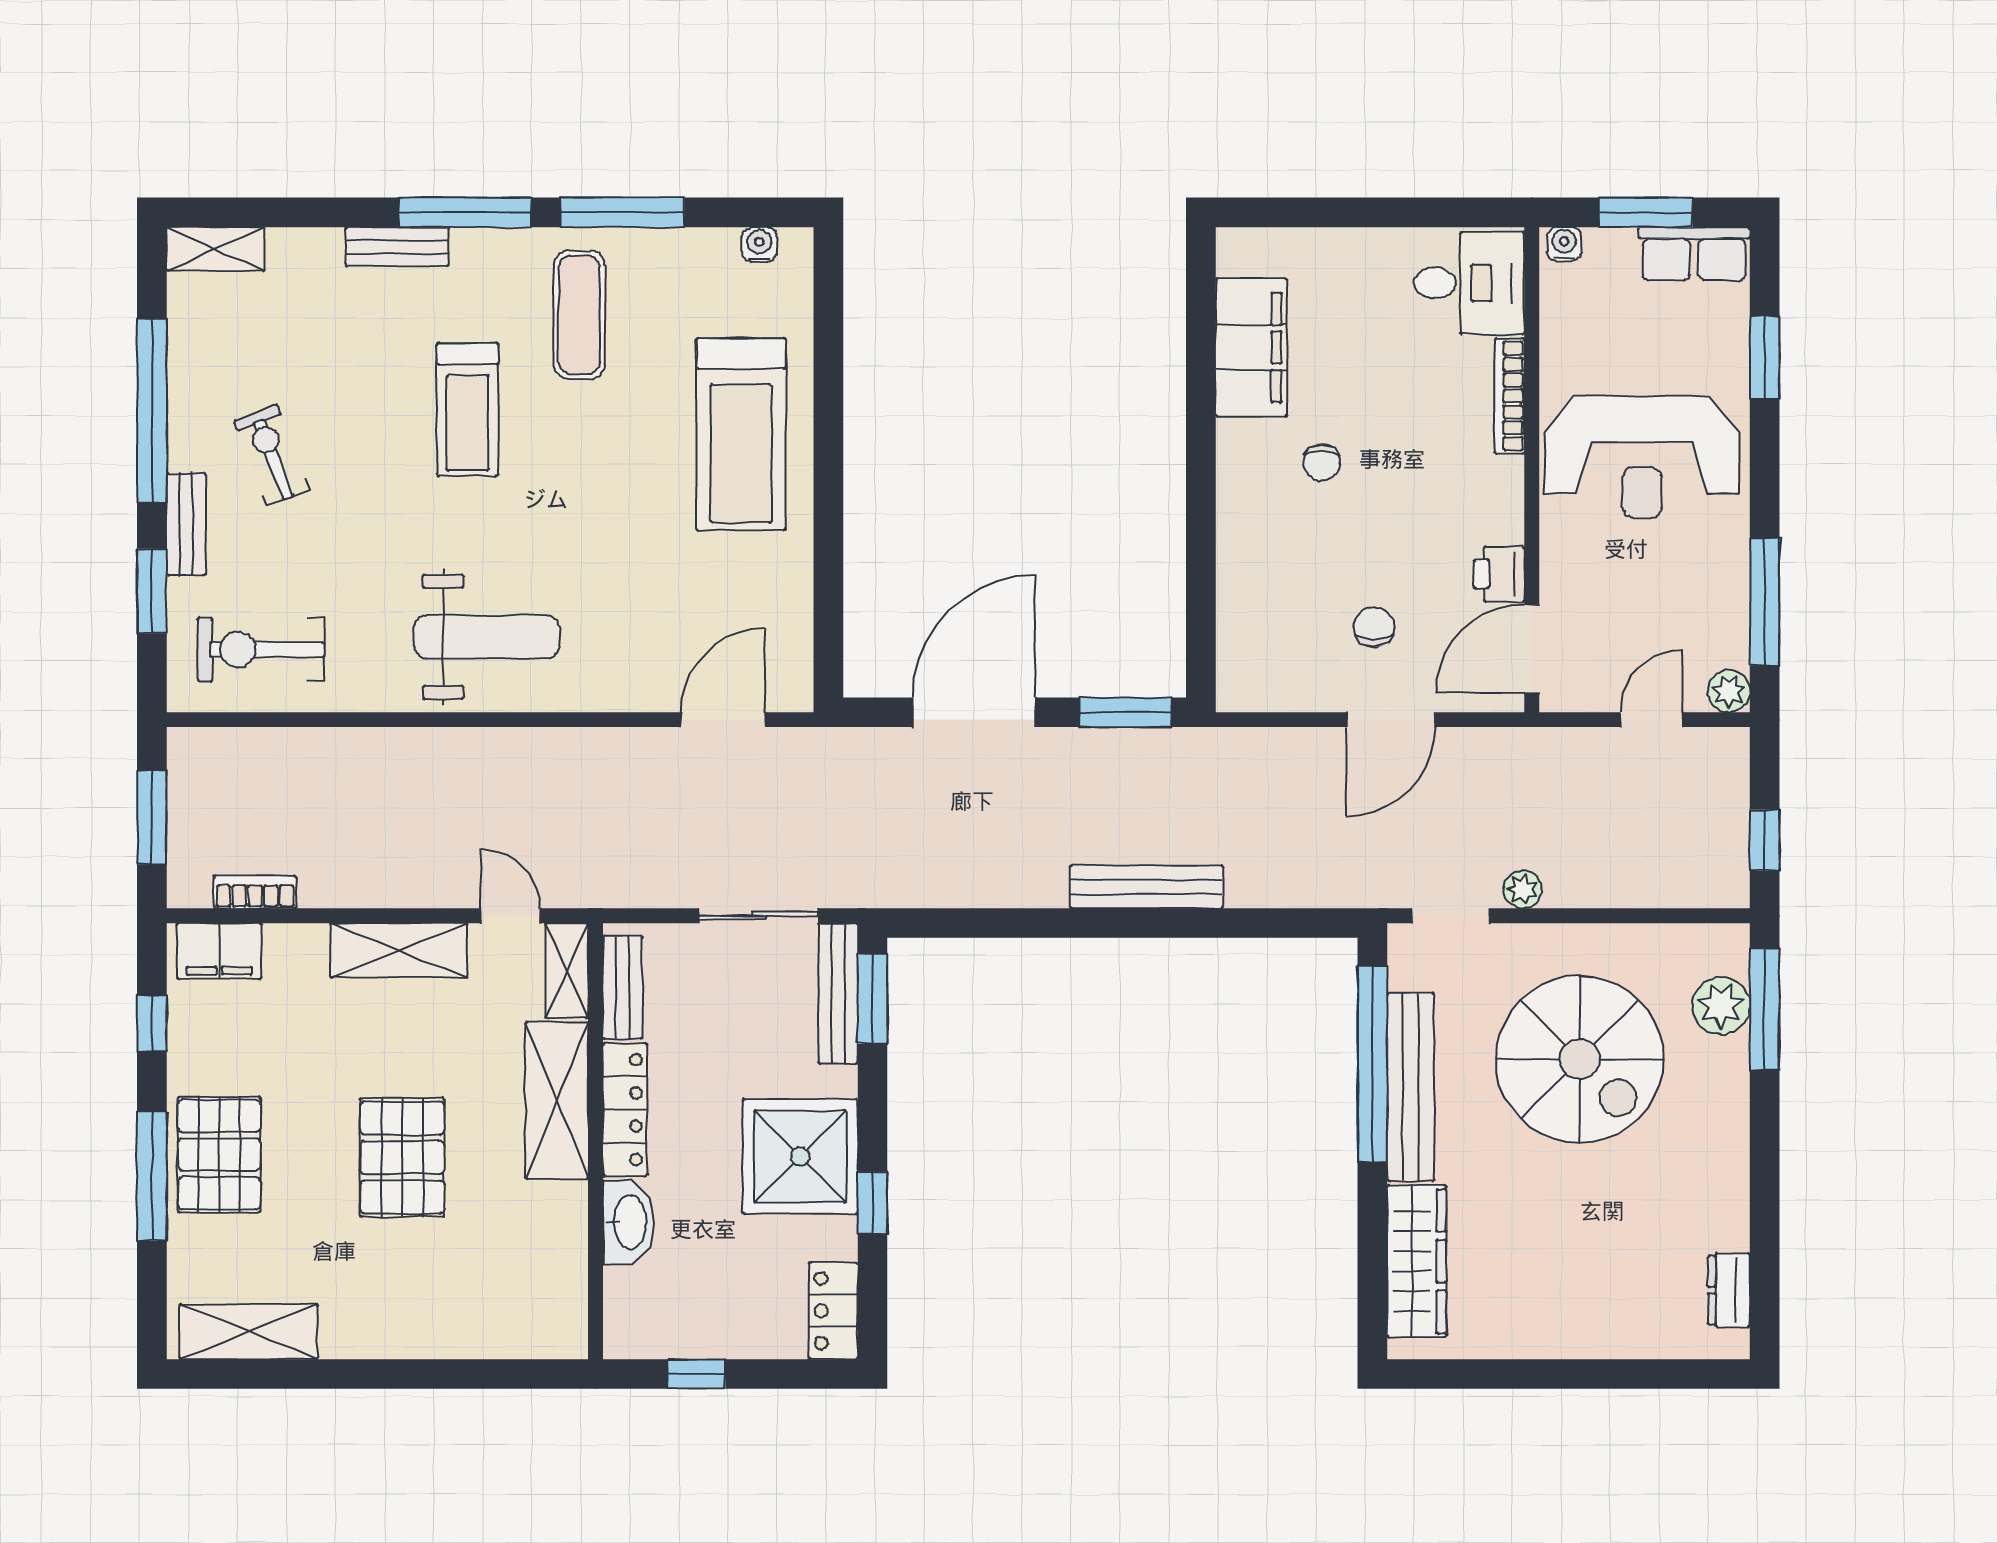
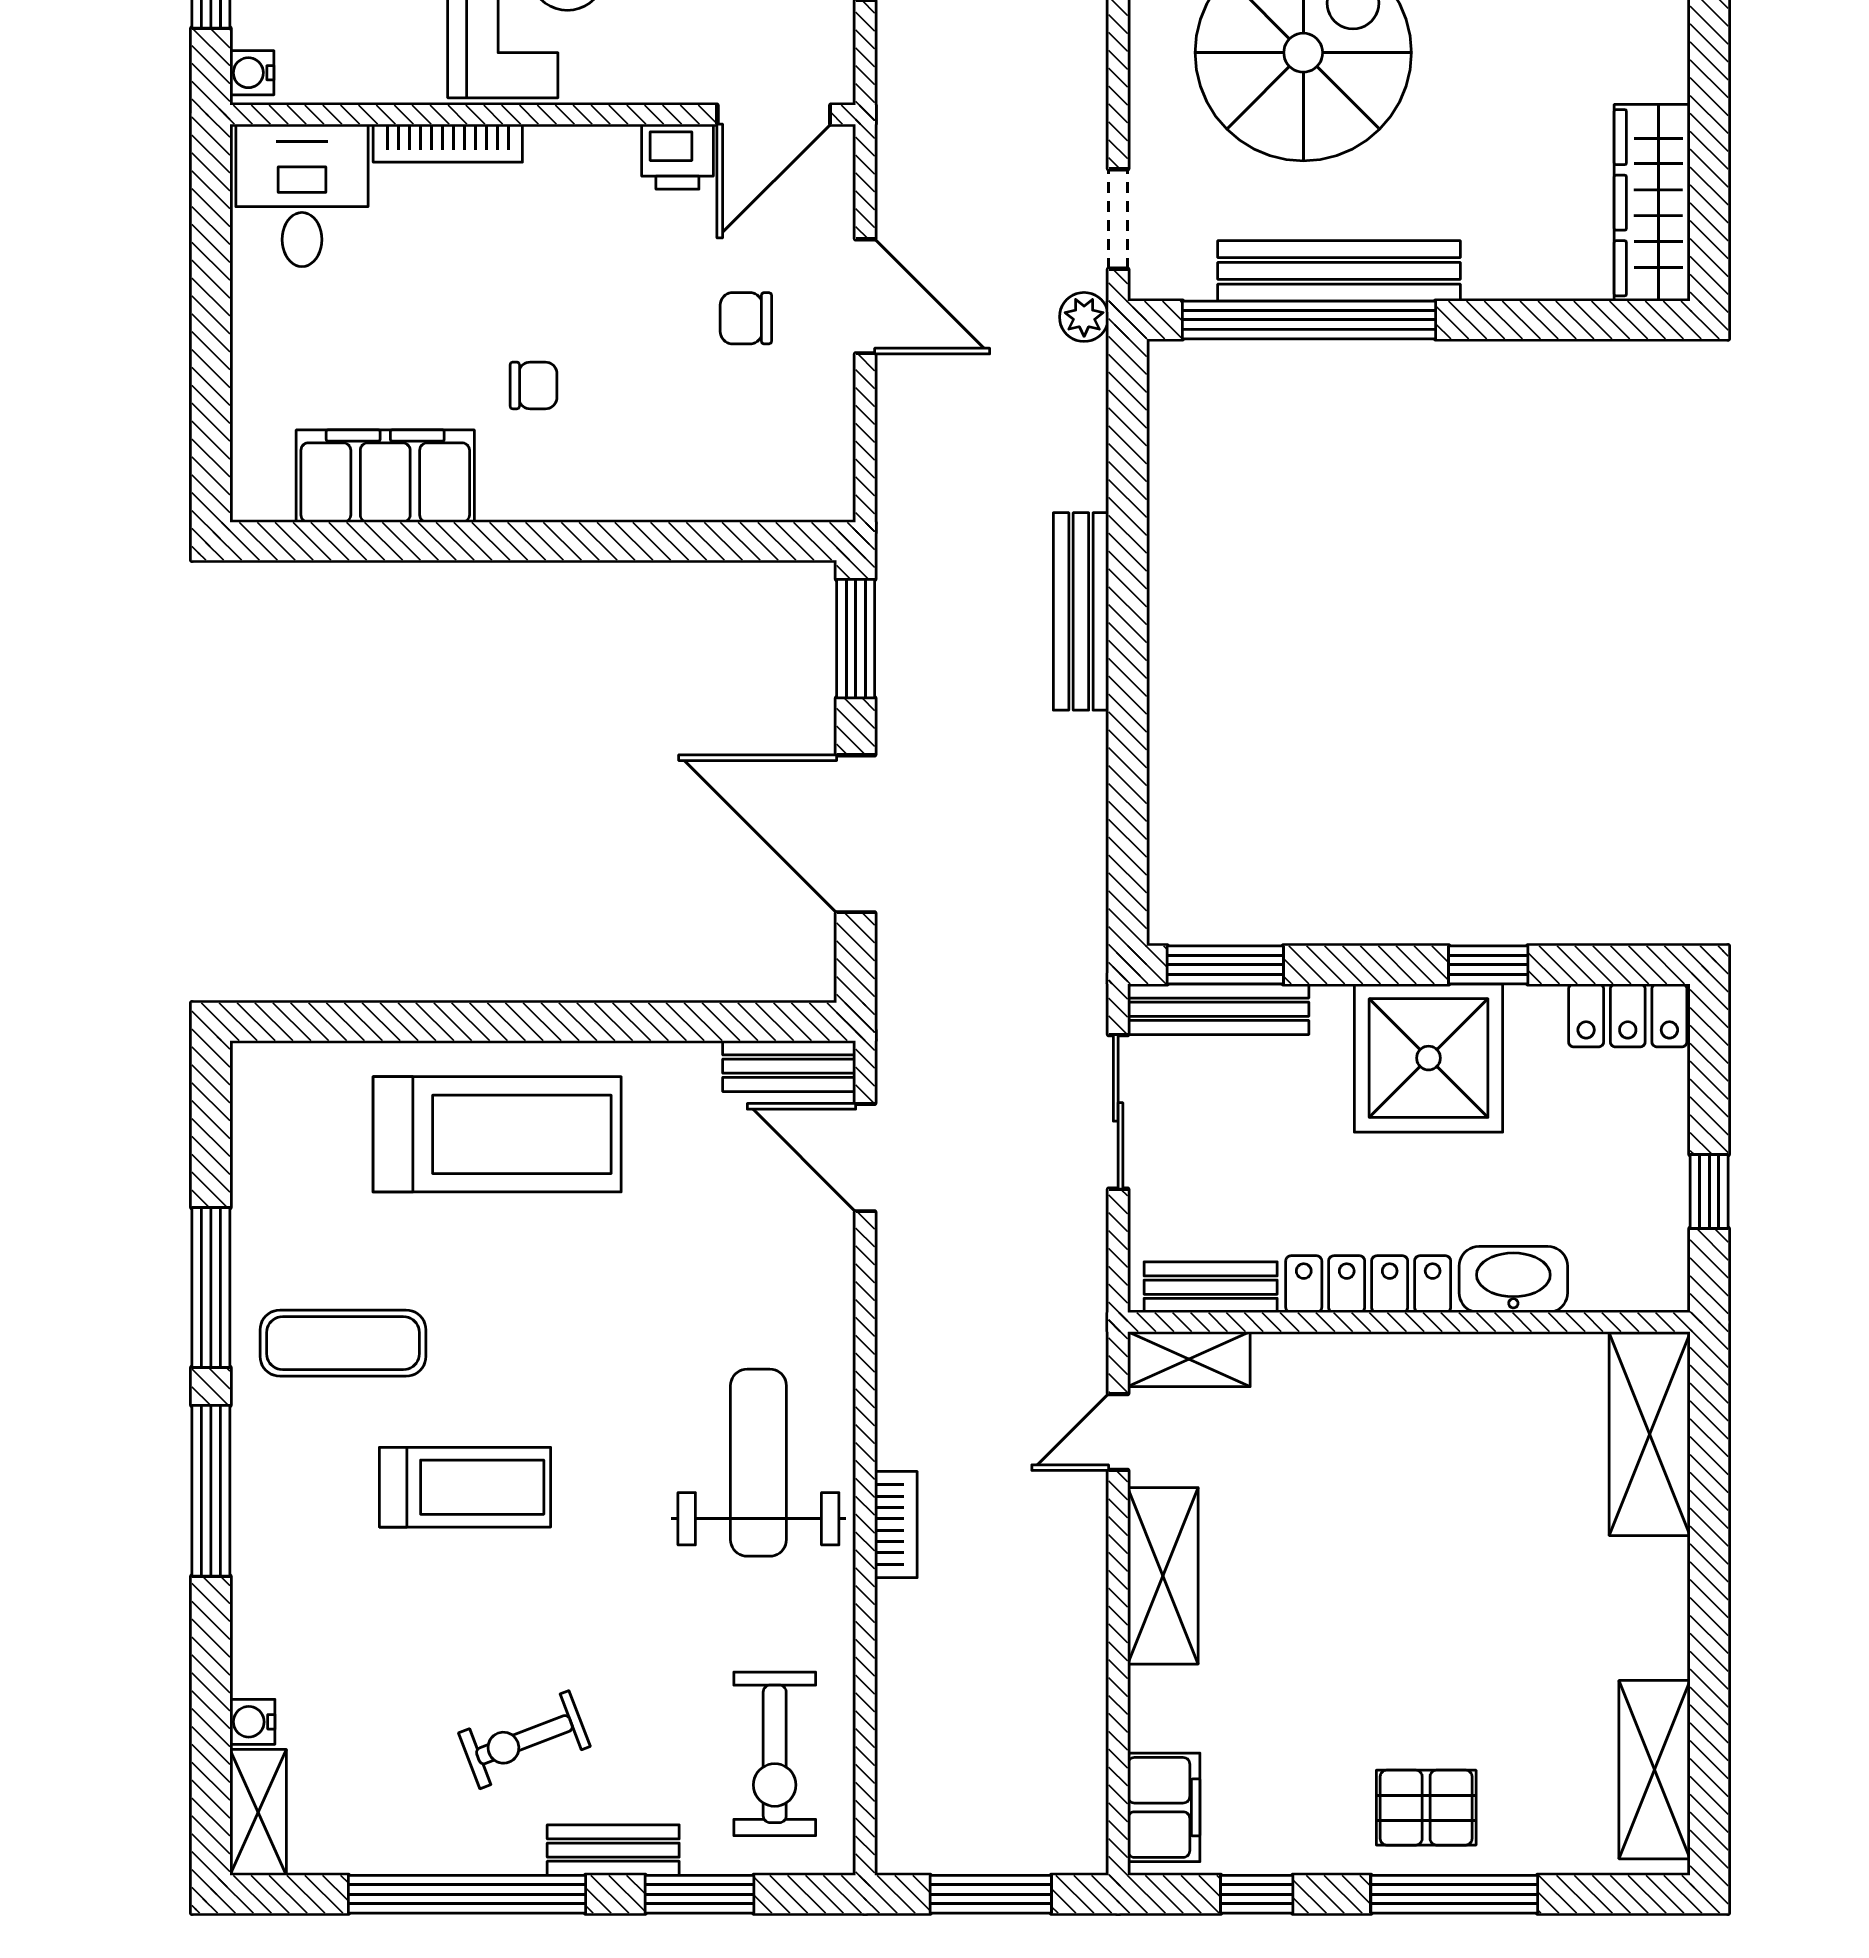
water cooler: (759, 244) -> (252, 1722), moved
bench: (397, 247) -> (789, 1066), moved, turned 90
door: (1532, 649) -> (774, 115), hinge flipped
plant: (1523, 889) -> (1084, 317), moved
bookcase: (255, 892) -> (896, 1525), moved, turned 180
shelving: (557, 1101) -> (1650, 1434), moved, turned 90
pallet: (219, 1155) -> (1426, 1808), width x0.67, depth x0.71
pallet: (402, 1157) -> (1430, 1572), removed
wardrobe: (1417, 1261) -> (1652, 203), moved, turned -90

